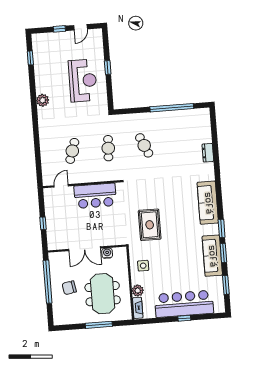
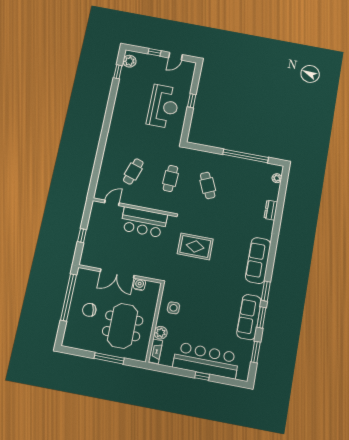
plant: (43, 100) -> (129, 61), moved
plant: (206, 121) -> (277, 178), added
rug: (150, 225) -> (195, 246), moved, turned 90

